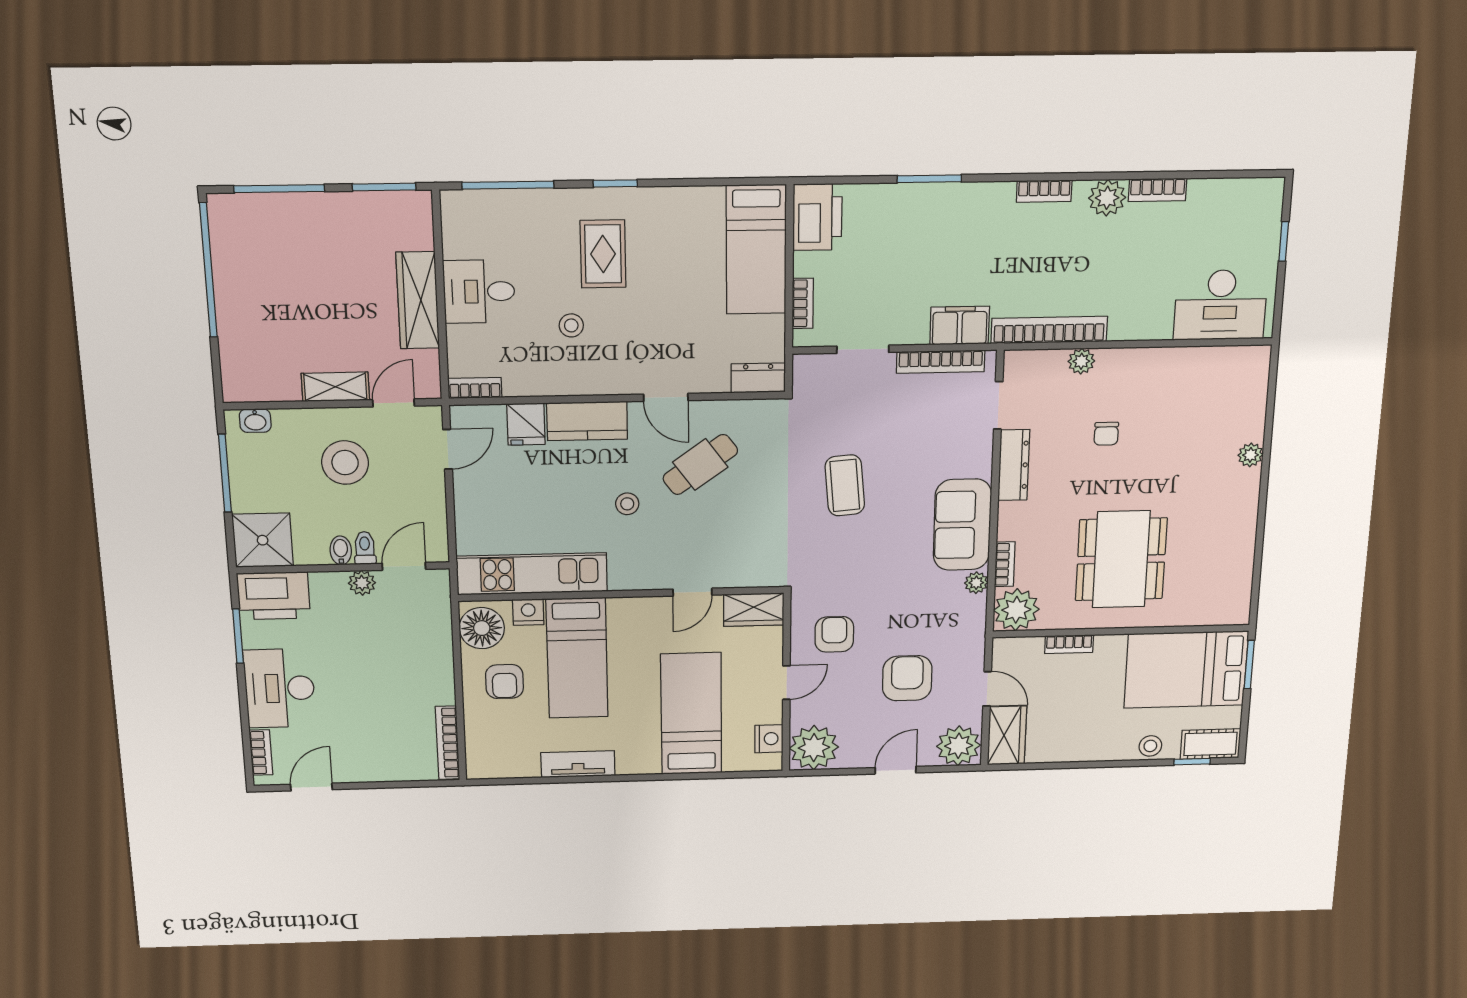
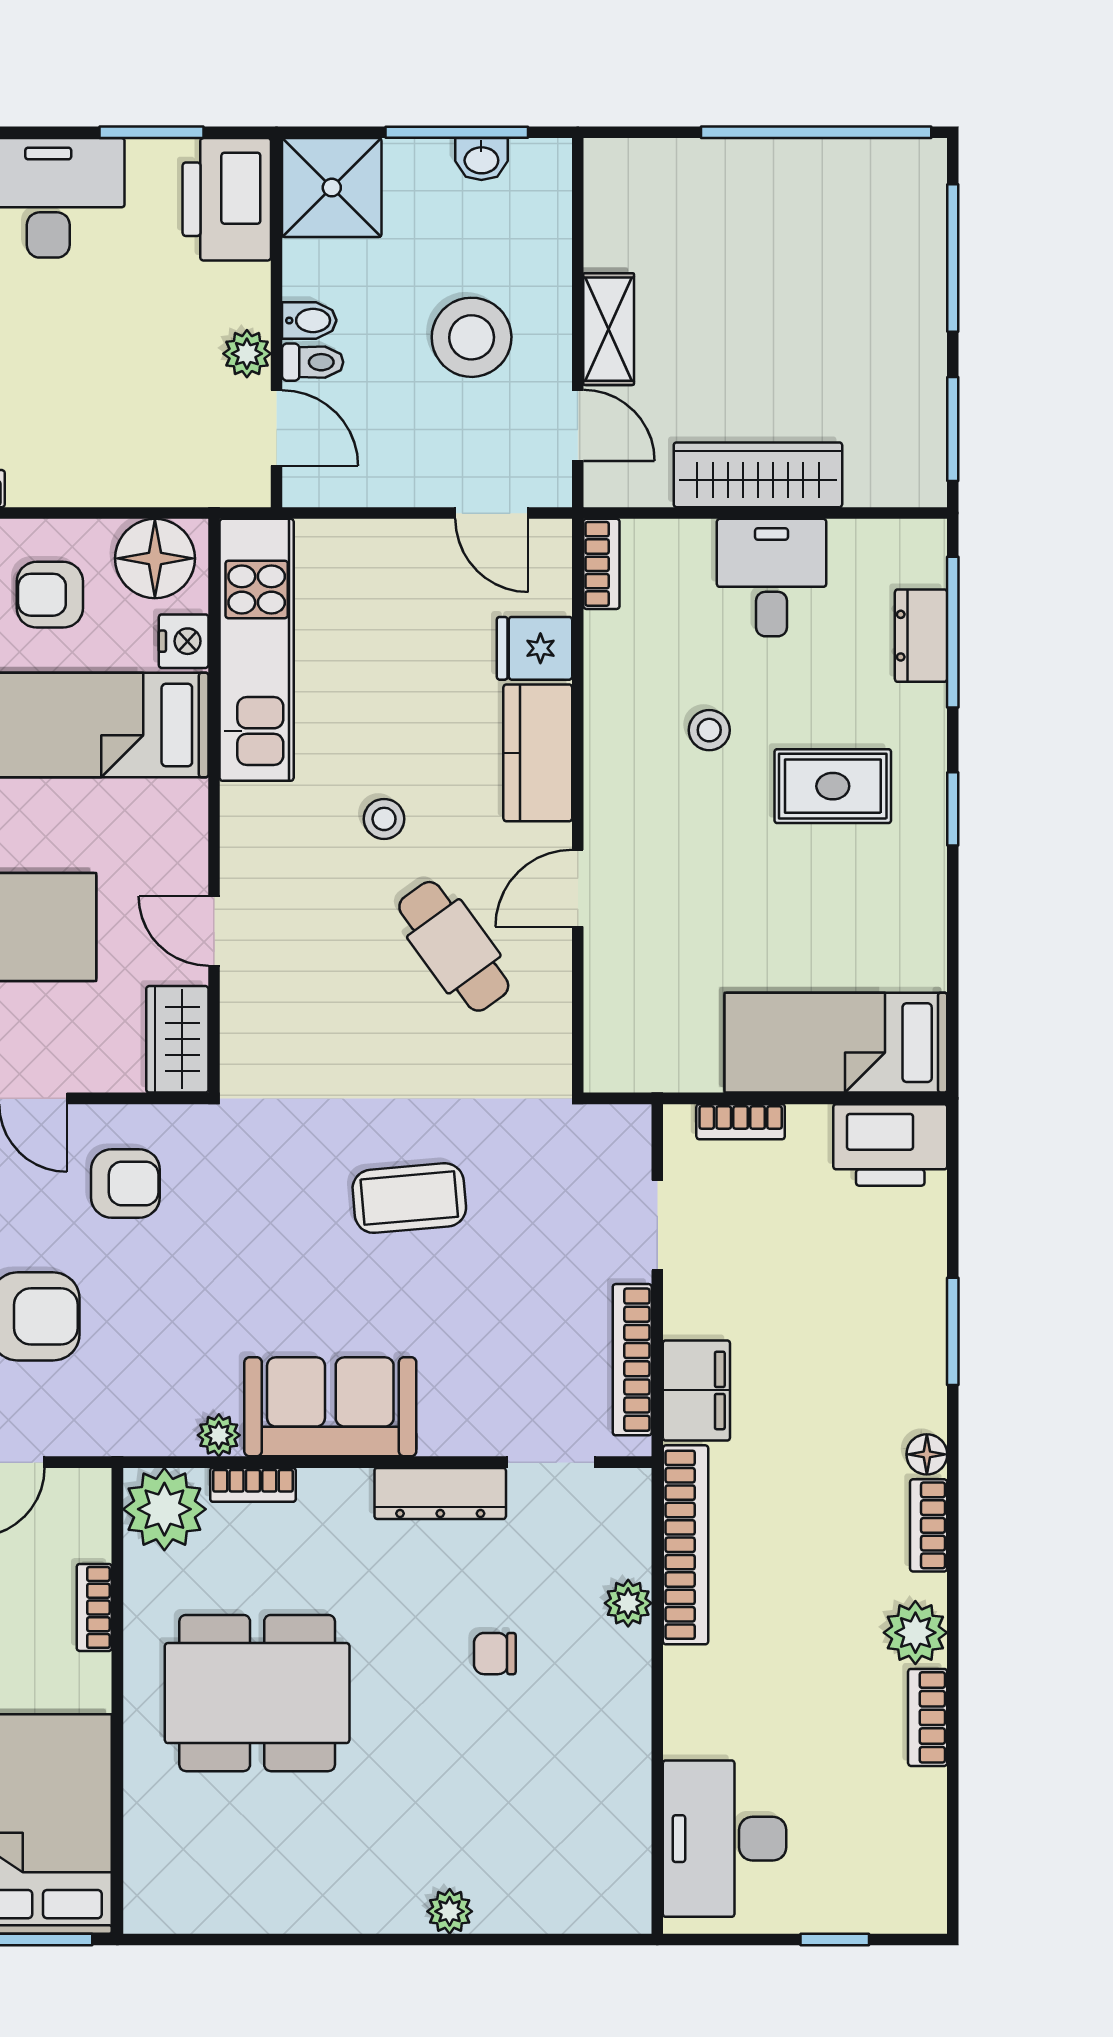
floor lamp: (1002, 193) -> (927, 1454), added
dresser: (758, 378) -> (921, 636), moved, turned 180
washbasin: (255, 421) -> (481, 159), moved, turned -90

